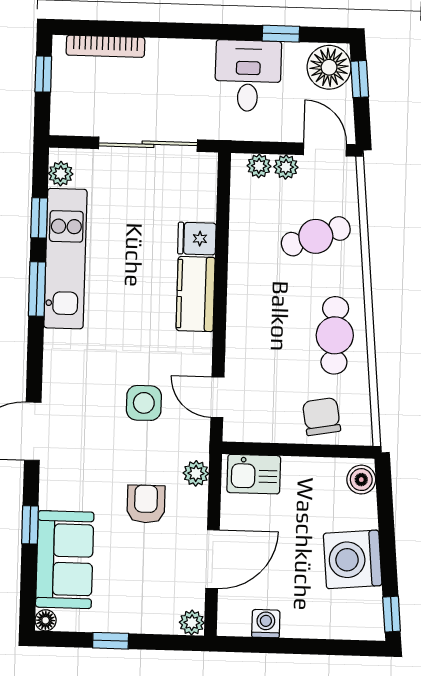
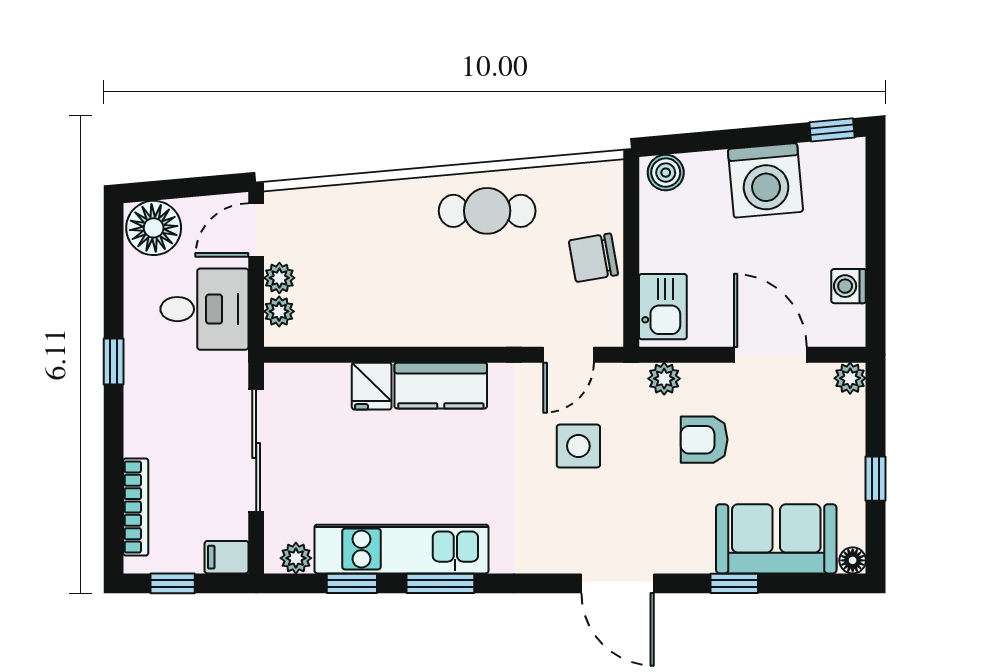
window: (281, 34) -> (114, 361), moved
desk: (248, 76) -> (204, 309), moved, turned 180
window: (360, 79) -> (167, 189), removed
filing cabinet: (63, 118) -> (227, 557), added
cafe table: (316, 236) -> (365, 238), removed
chair: (322, 417) -> (593, 258), moved

